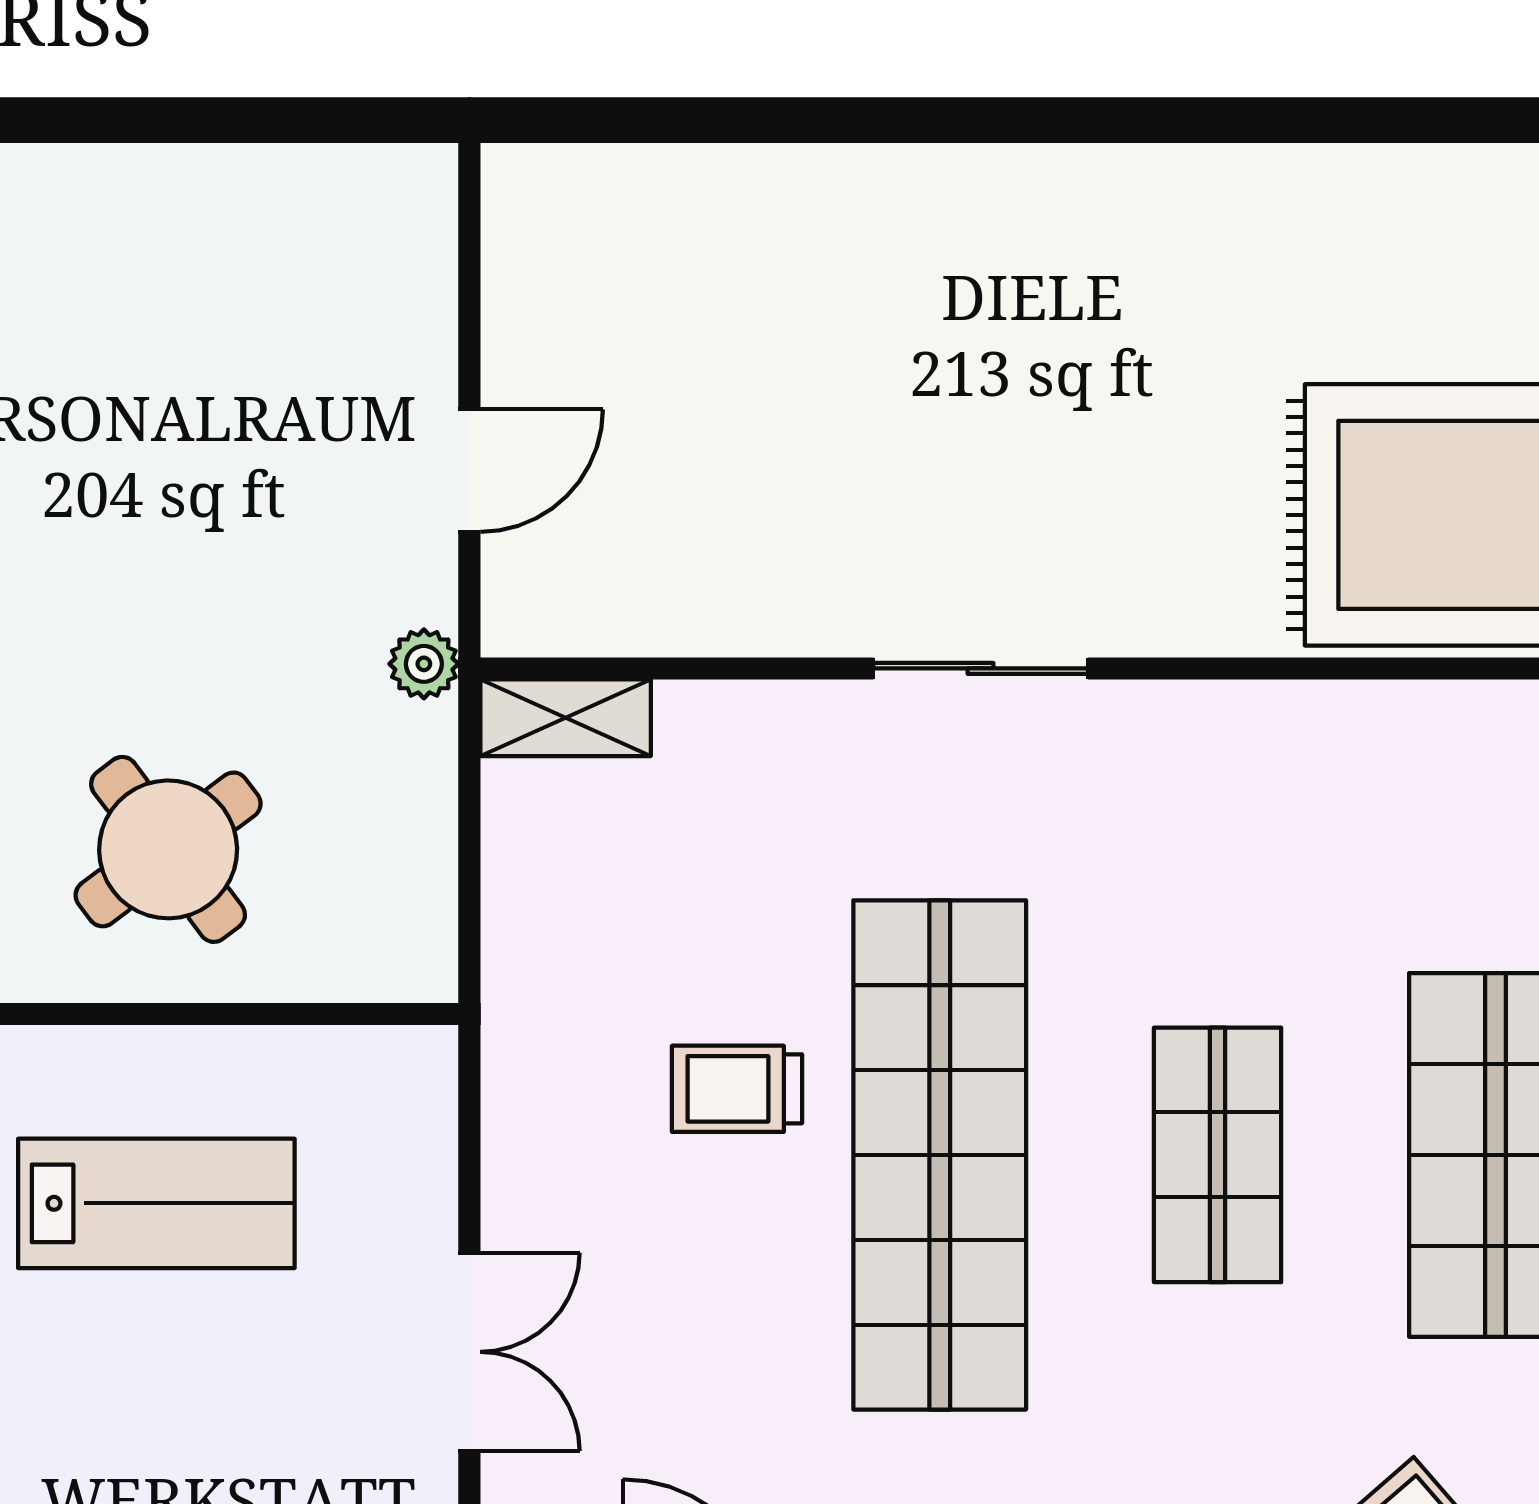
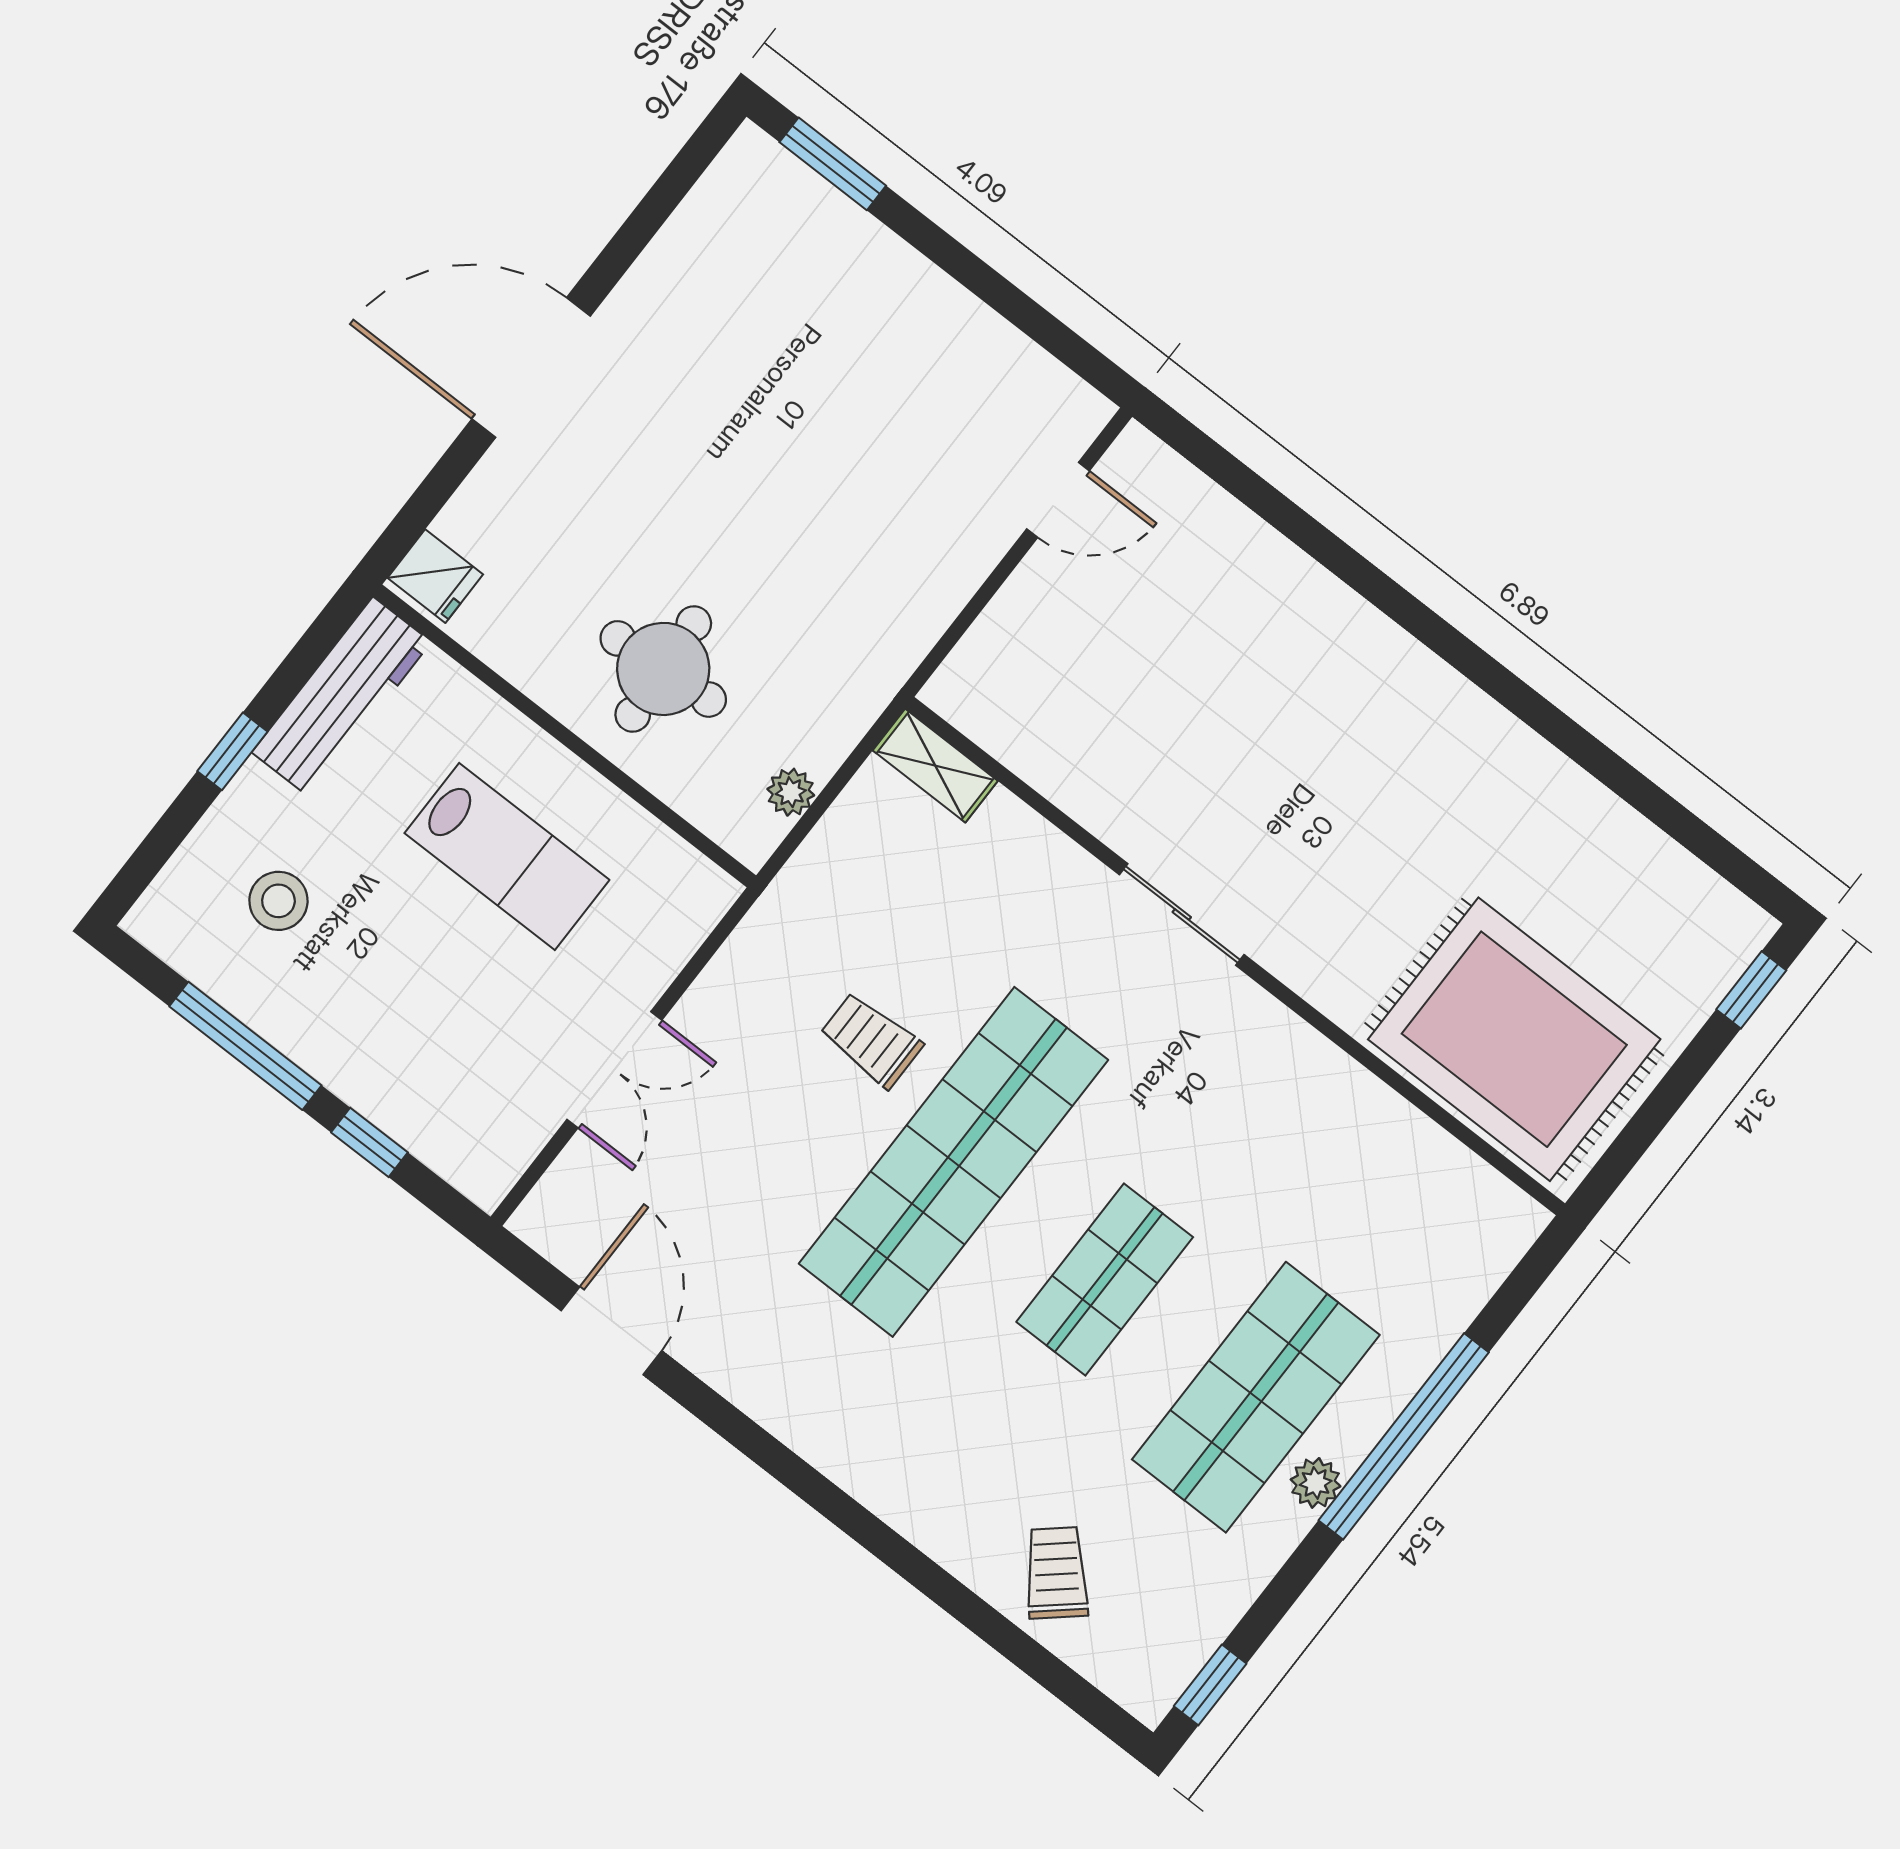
door: (469, 471) -> (1058, 500), moved
plant: (424, 664) -> (791, 792), moved
round table: (168, 849) -> (663, 669), turned 33

